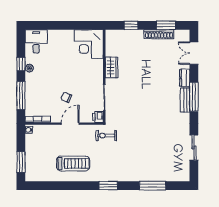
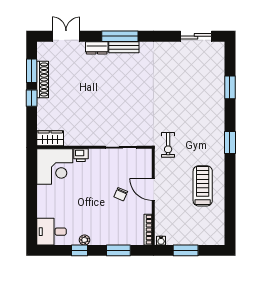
window: (131, 25) -> (32, 98), moved
double door: (194, 53) -> (66, 36), swing flipped
wardrobe: (112, 67) -> (50, 138), moved
window: (21, 95) -> (118, 250), width x0.69
printer: (98, 117) -> (81, 155), moved
sliding door: (194, 147) -> (196, 36), moved
window: (21, 162) -> (186, 250), moved
window: (153, 186) -> (230, 87), width x0.69

